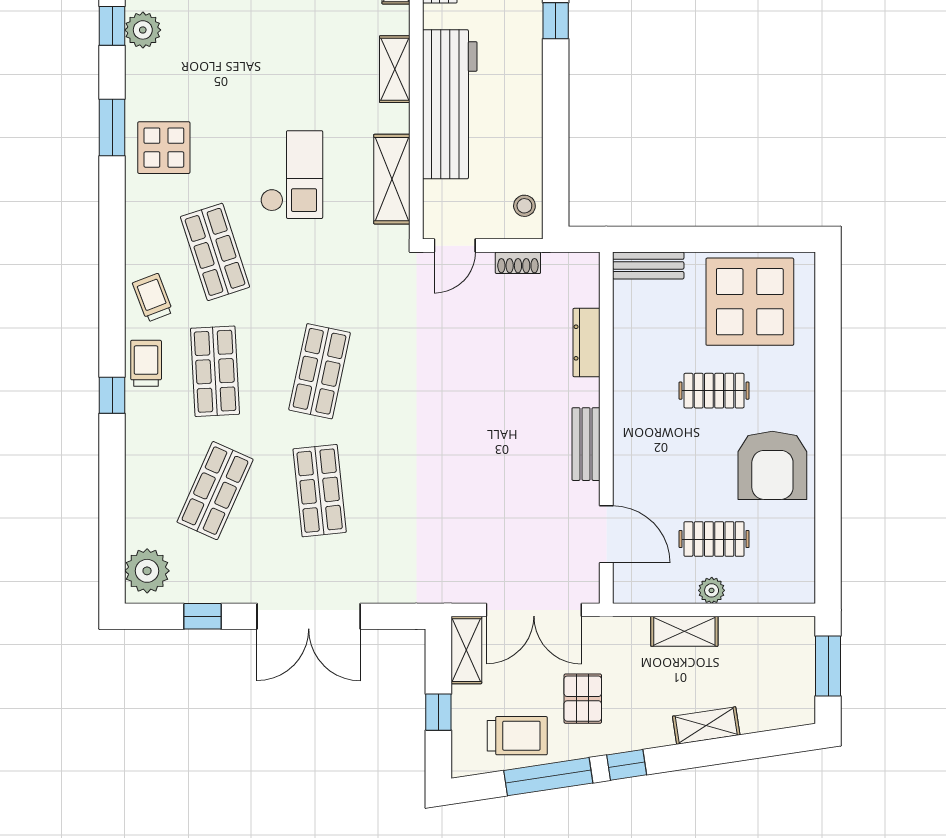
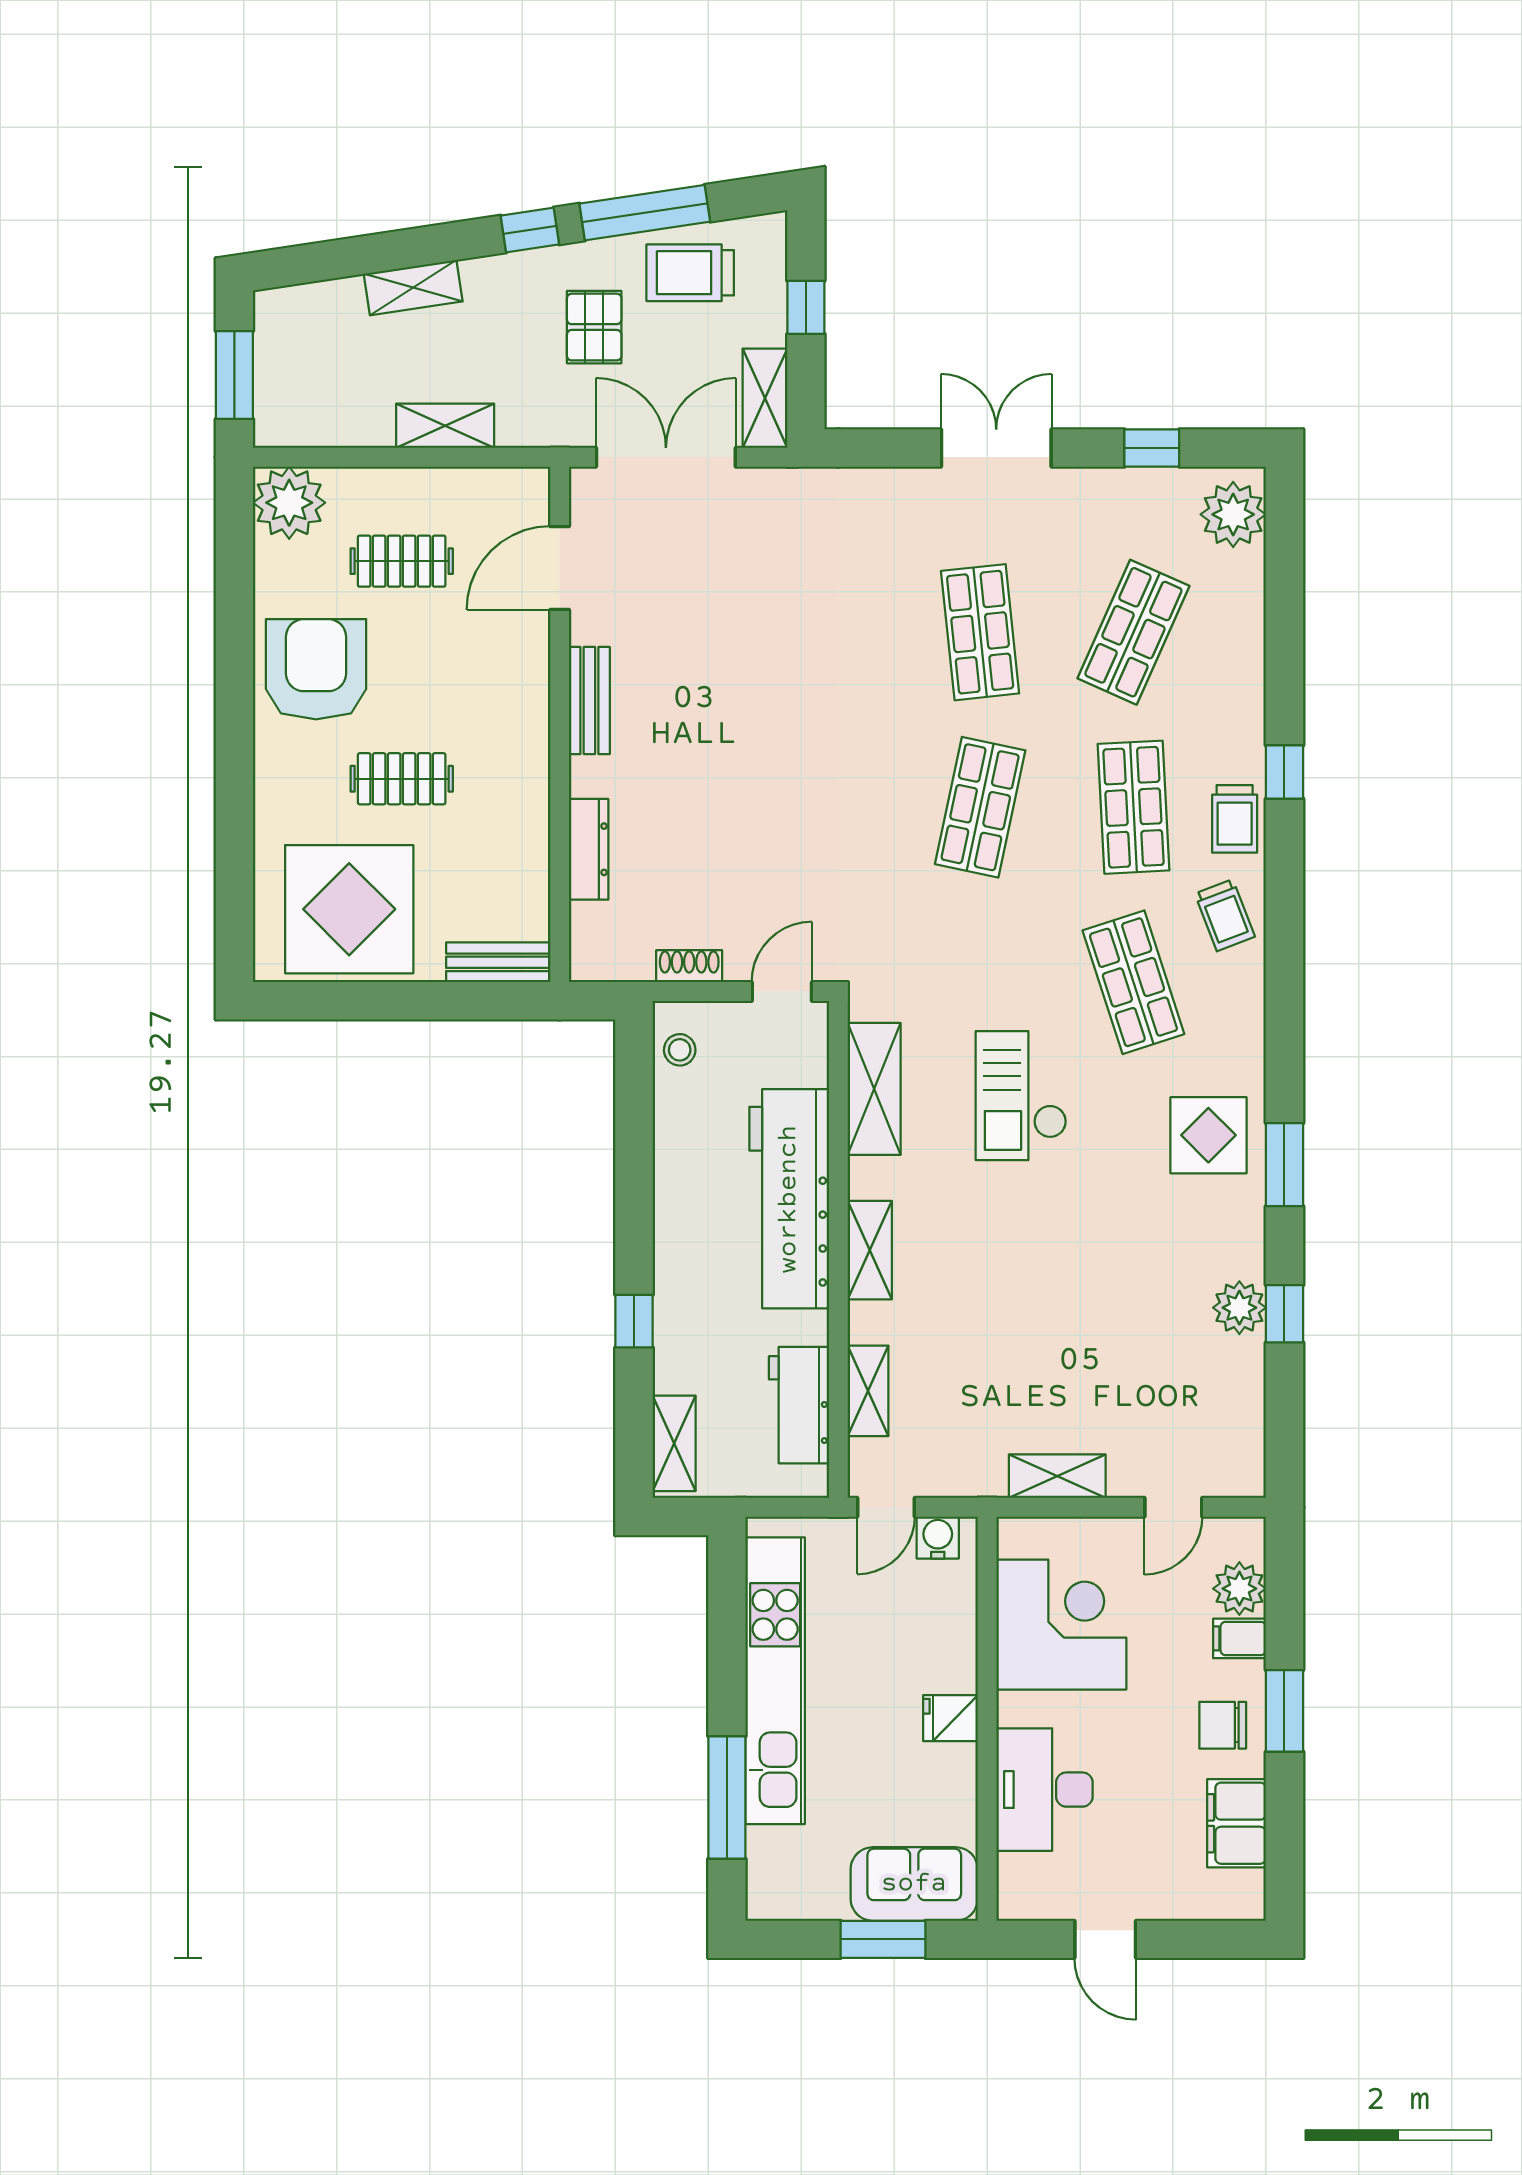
door: (606, 534) -> (560, 568), hinge flipped
plant: (712, 590) -> (289, 503), moved, width x1.87, depth x1.87
double door: (309, 616) -> (996, 448), width x0.73

